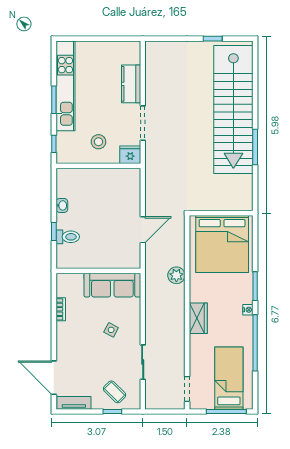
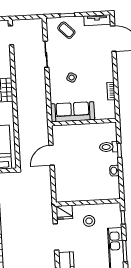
plant: (176, 275) -> (24, 122), removed

